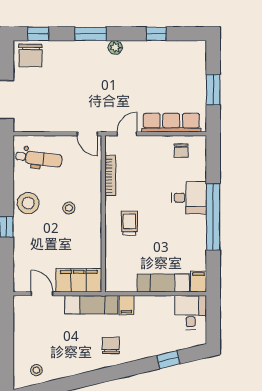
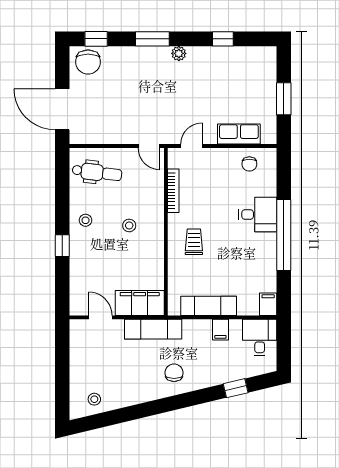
row of seats: (171, 123) -> (239, 134), width x0.68
stool: (28, 203) -> (86, 220), width x0.53, depth x0.53
exam couch: (163, 283) -> (209, 306), moved
filing cabinet: (126, 305) -> (220, 330), moved

